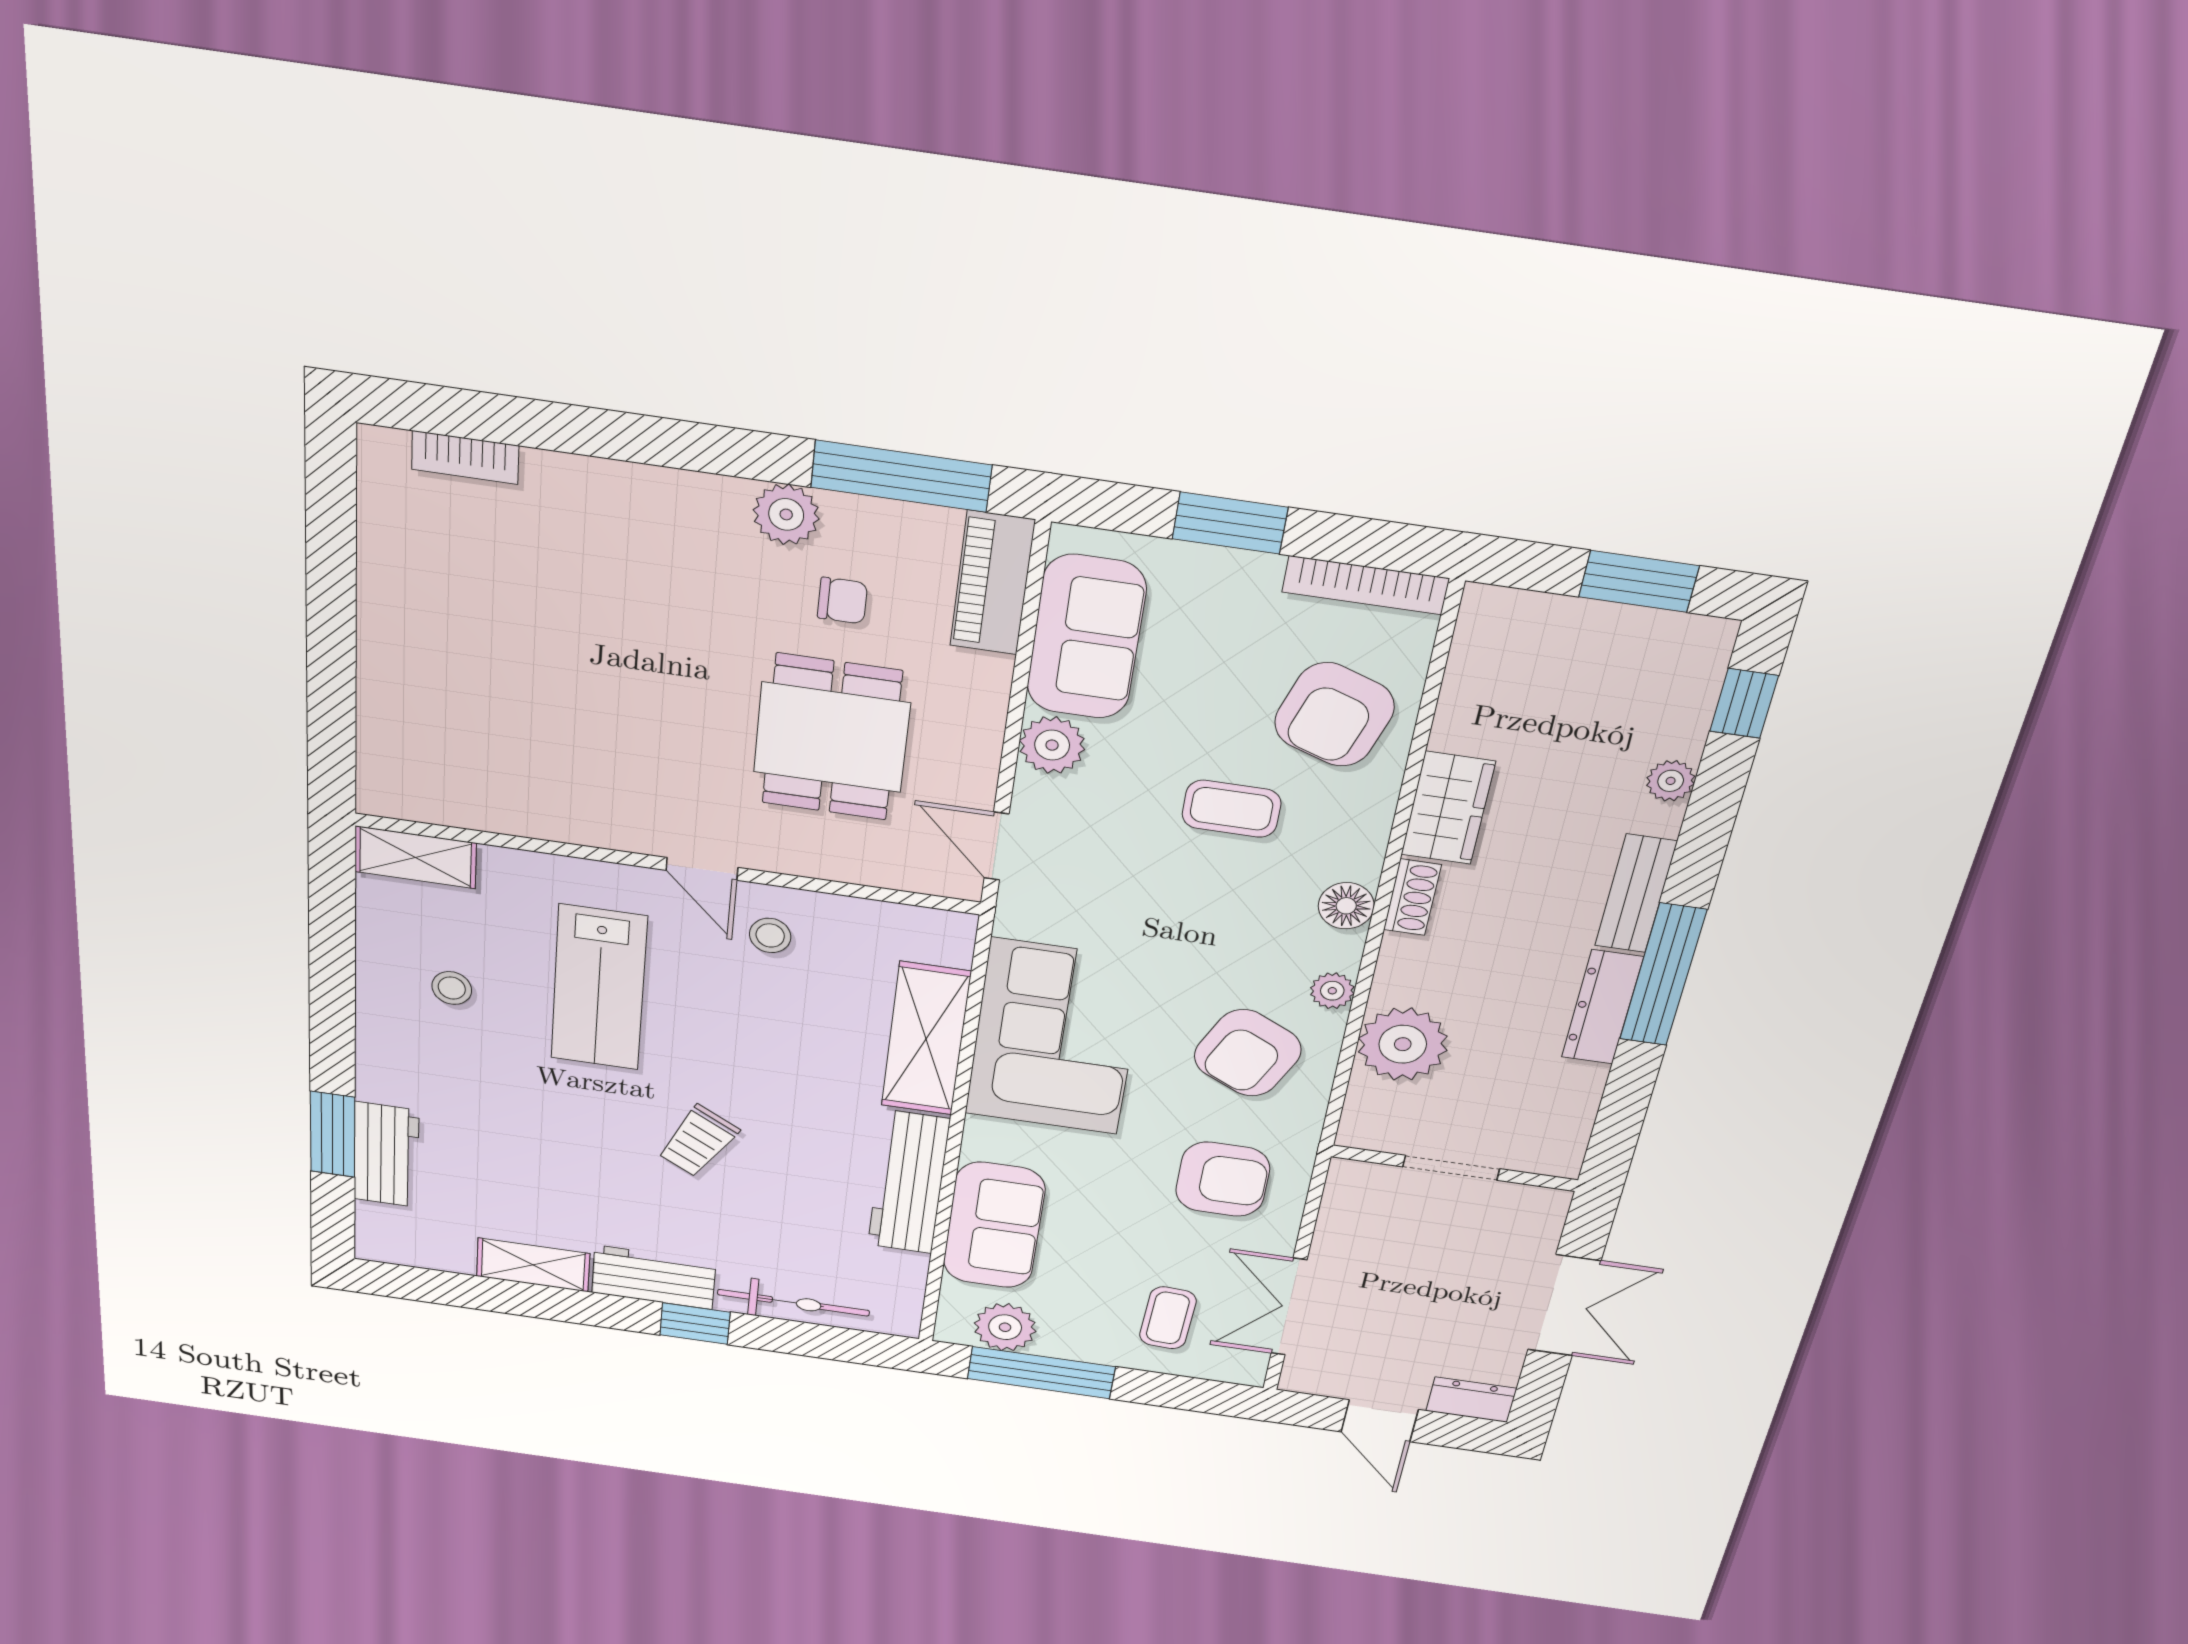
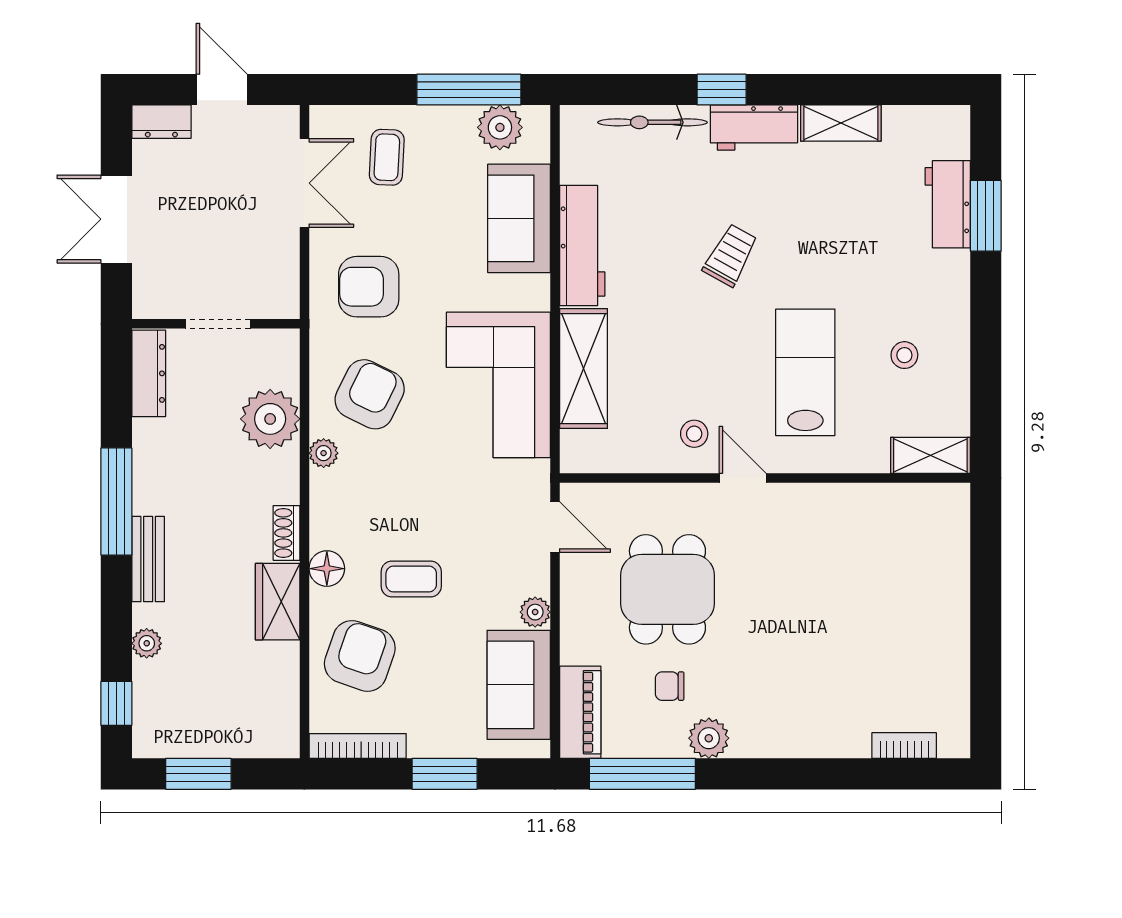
plant: (1052, 745) -> (535, 612), width x0.73, depth x0.73
floor lamp: (1346, 906) -> (327, 569), moved
dresser: (1602, 1007) -> (149, 373), moved

